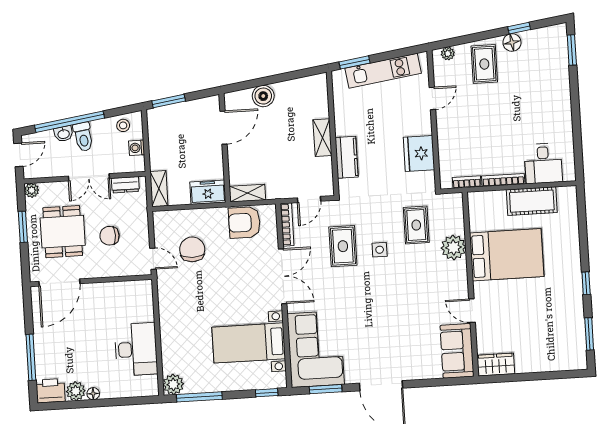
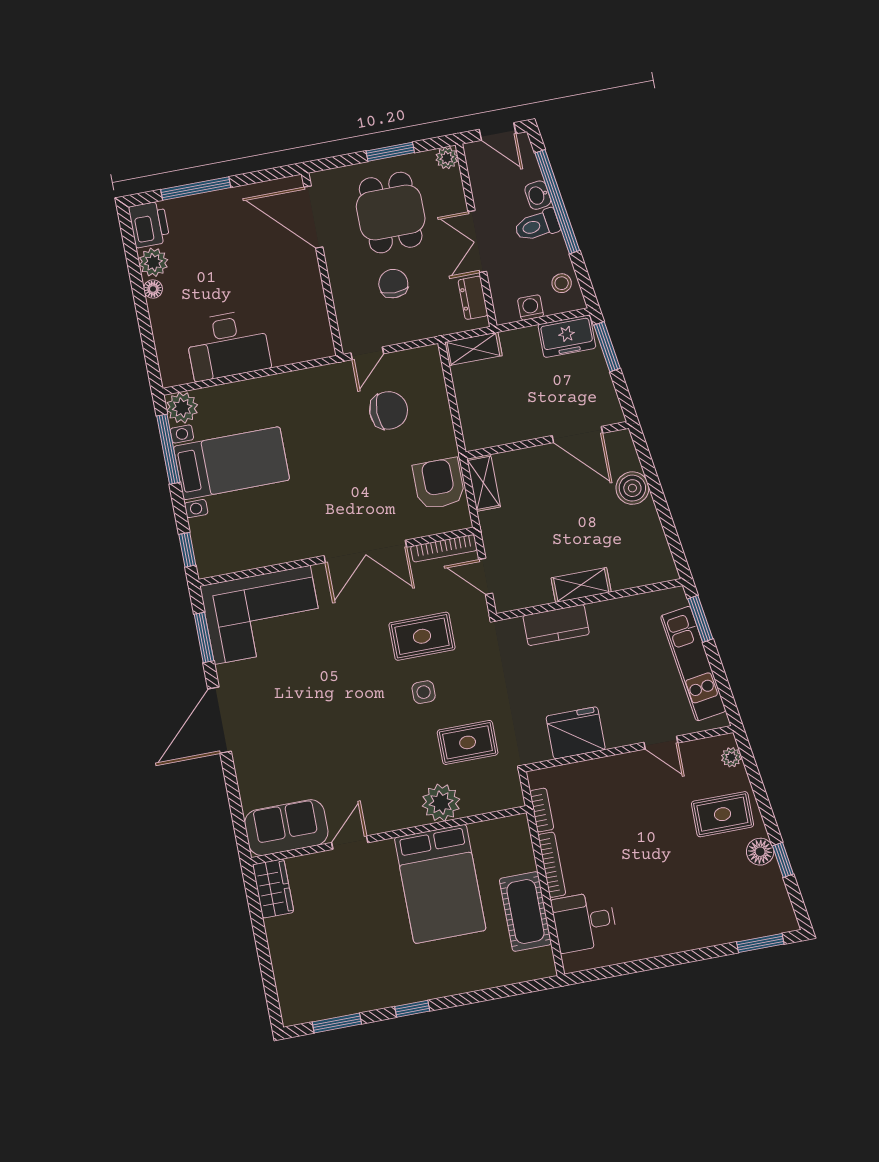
freezer: (208, 192) -> (567, 336), moved, turned 90
dining table: (63, 232) -> (391, 213), turned 90
bed with nightstands: (249, 343) -> (232, 463), moved, turned 90

